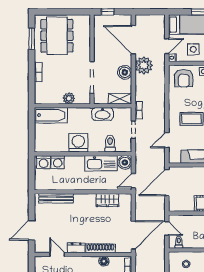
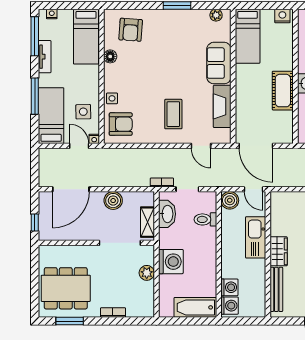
plant: (144, 65) -> (104, 176), removed
shelving: (120, 99) -> (147, 222), moved
washbasin: (103, 114) -> (167, 214), moved
bathtub: (51, 115) -> (195, 307), moved, turned -90
washing machine: (78, 143) -> (171, 262), moved, turned 180
kitchen sink: (101, 163) -> (256, 237), moved, turned 180
wardrobe: (107, 200) -> (279, 251), moved

